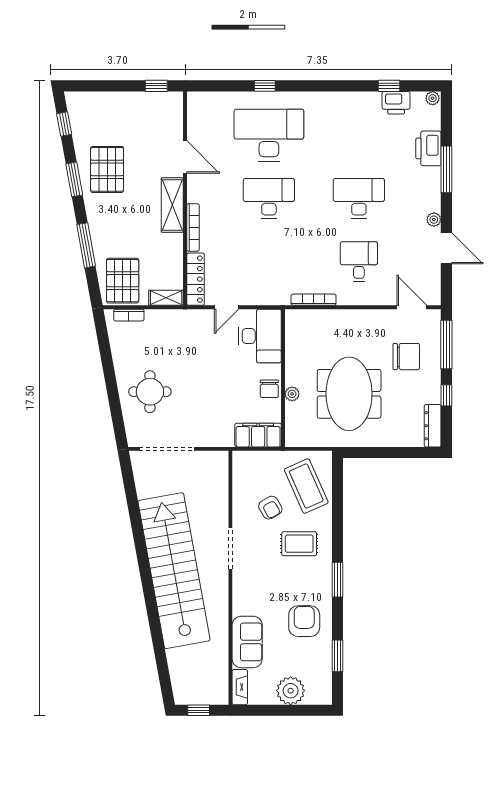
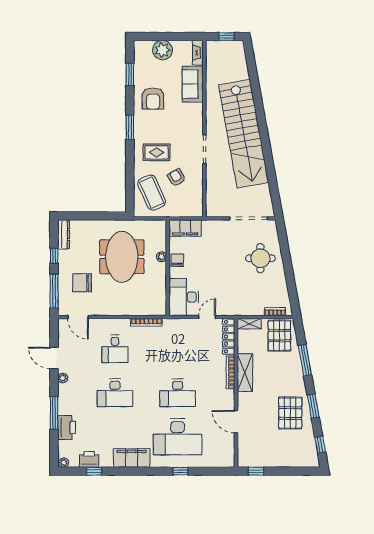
filing cabinet: (335, 105) -> (132, 458), added
shelving: (172, 205) -> (245, 373), moved

